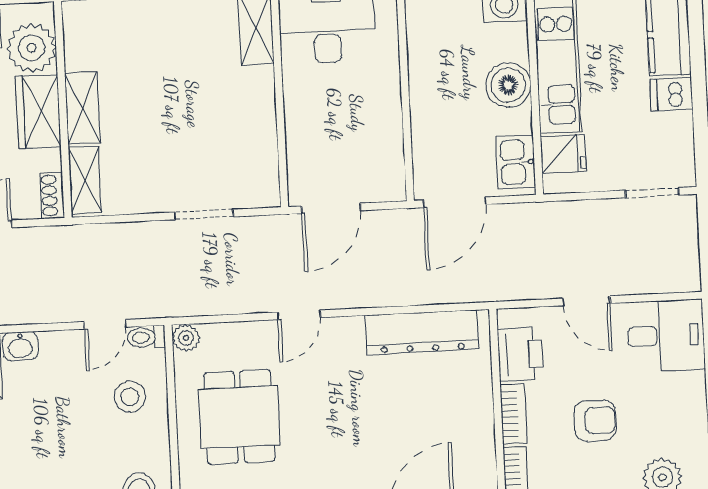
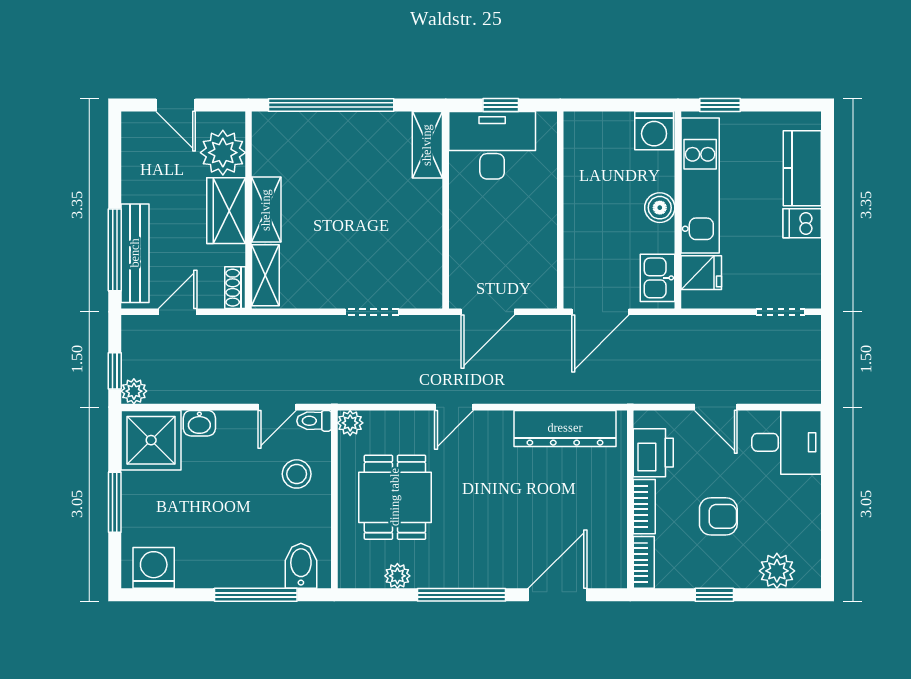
boiler: (508, 85) -> (660, 208), width x0.73, depth x0.73

